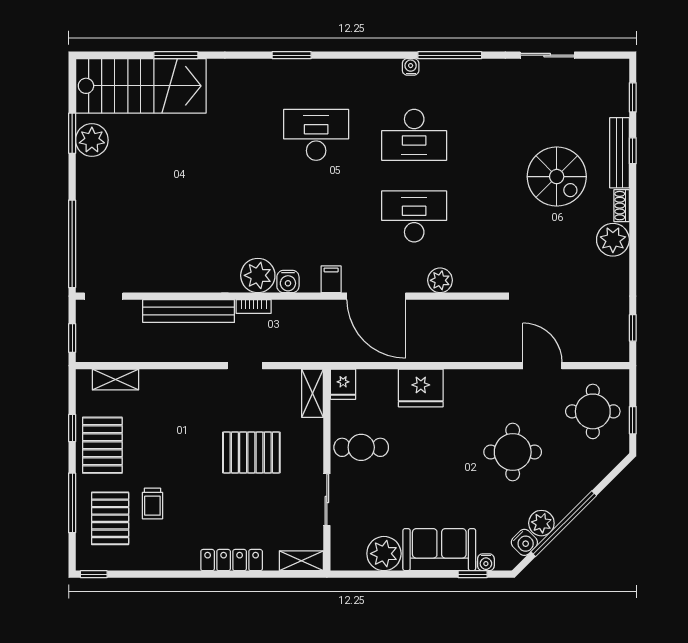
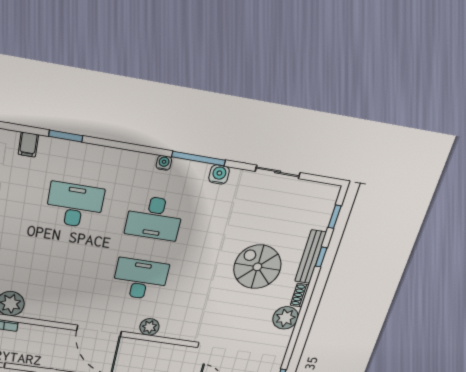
spiral stairs: (557, 177) -> (257, 267), turned 180
filing cabinet: (331, 279) -> (28, 145), moved, turned 180
water cooler: (288, 282) -> (219, 175), moved, turned 180

